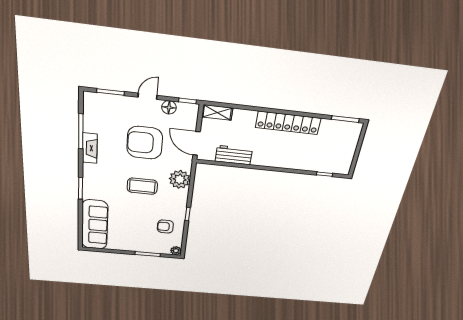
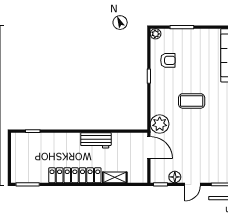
shelving: (217, 112) -> (115, 177), moved
armchair: (145, 143) -> (192, 143), removed
workbench: (234, 155) -> (96, 140), moved
plant: (180, 179) -> (160, 124), moved

